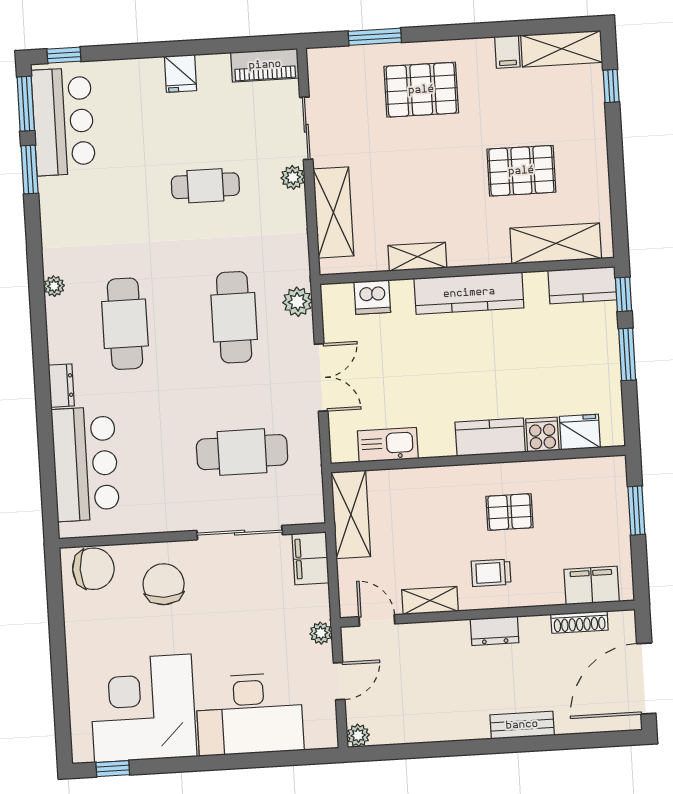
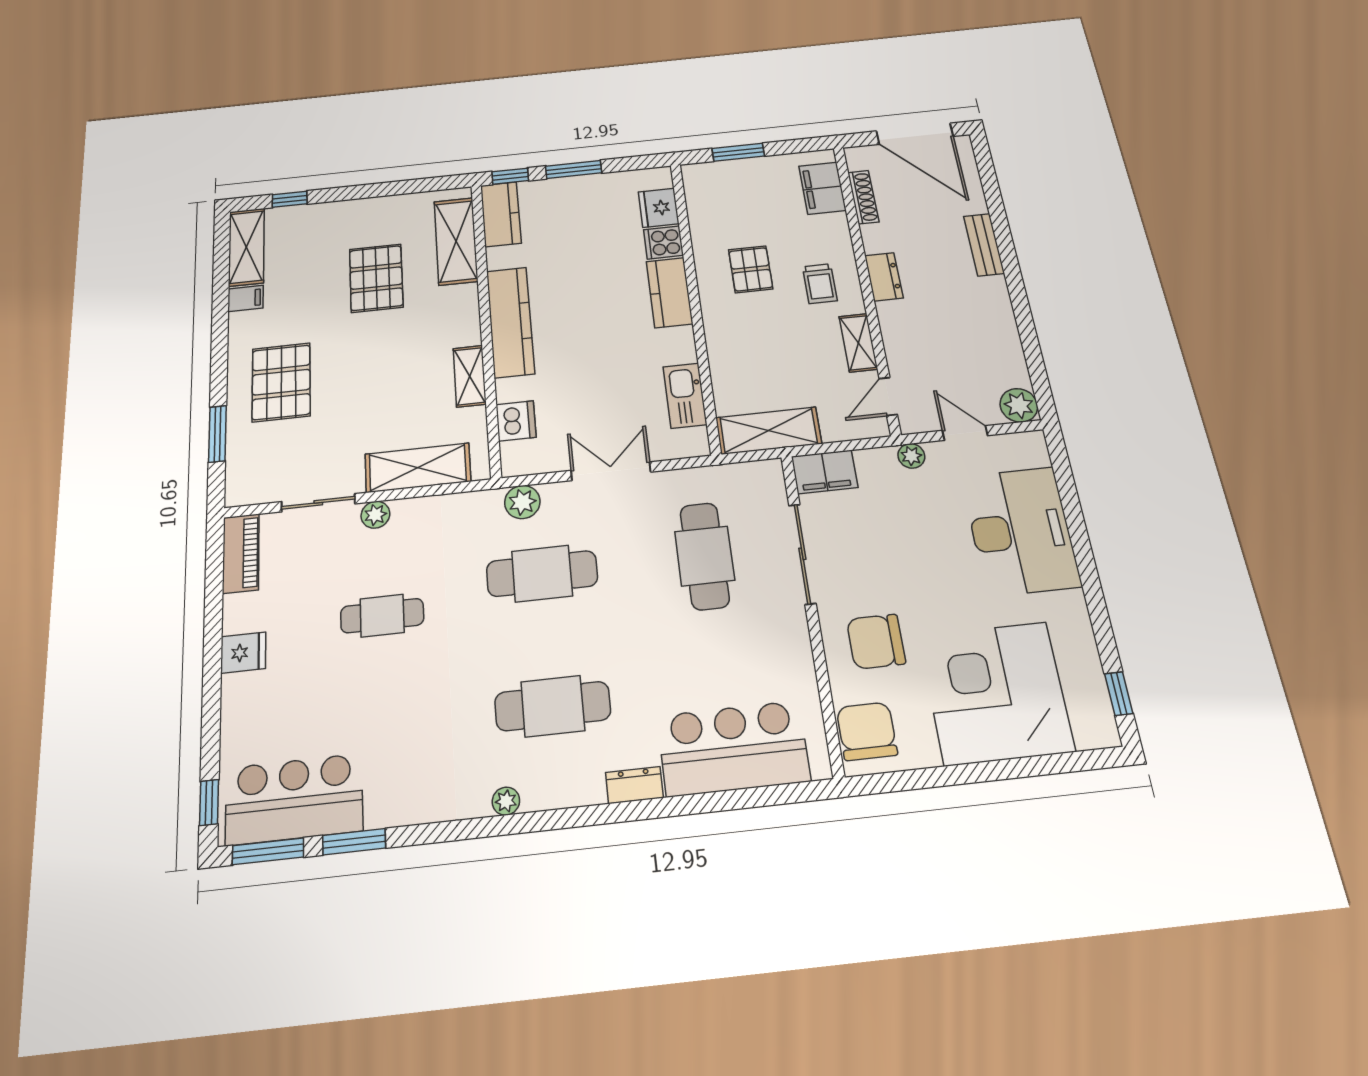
cafe table: (205, 186) -> (382, 616), turned 90
corner desk: (143, 708) -> (996, 693), moved, turned 90
plant: (358, 735) -> (1019, 405), width x1.38, depth x1.38

